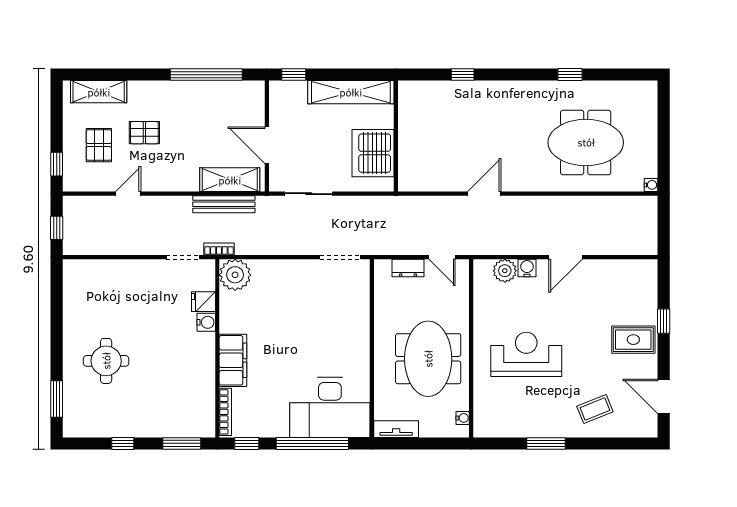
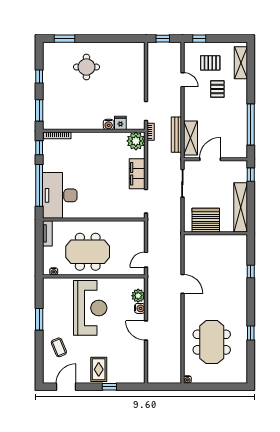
dresser: (408, 268) -> (140, 240), removed
reception desk: (526, 354) -> (90, 308), width x1.36, depth x1.30
filing cabinet: (233, 360) -> (137, 174), moved, turned 90

